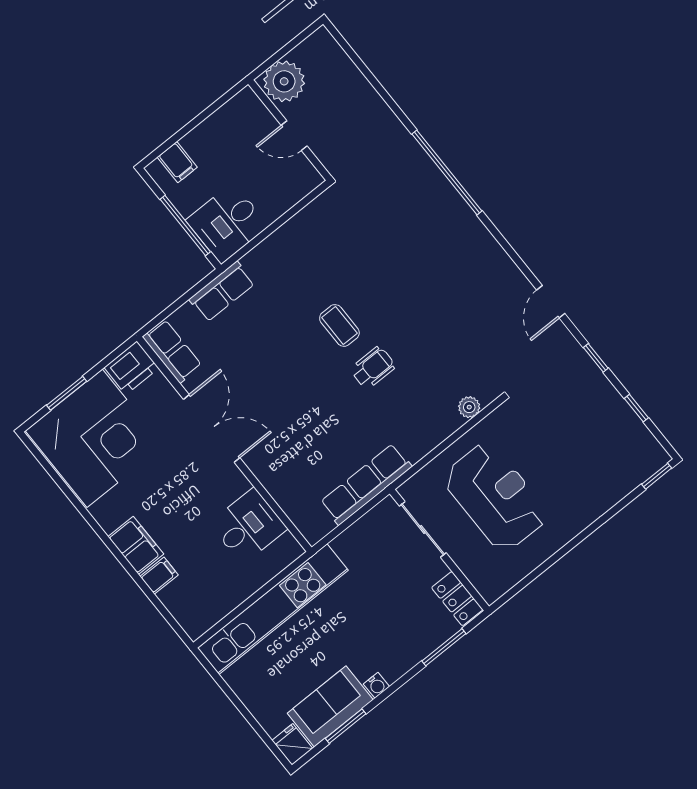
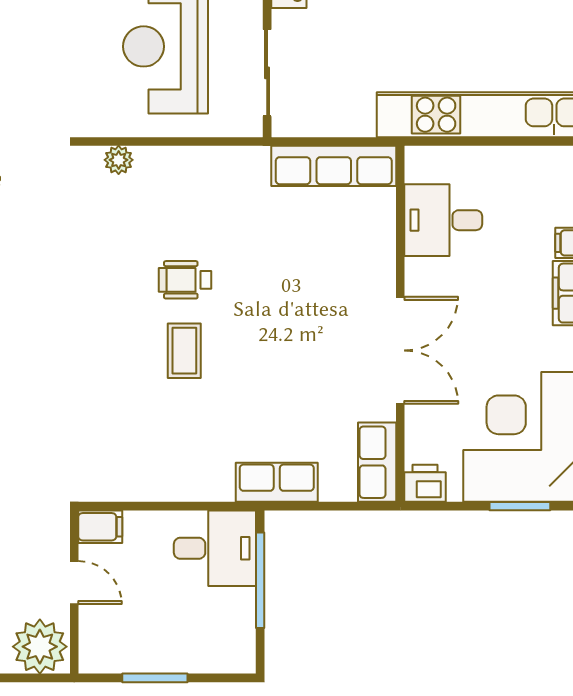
window: (201, 118) -> (155, 678), added
filing cabinet: (177, 162) -> (100, 527), moved, turned 90
printer: (131, 368) -> (425, 483), width x0.73, depth x0.81
double door: (212, 428) -> (400, 350), swing flipped
row of seats: (366, 484) -> (334, 166), moved

